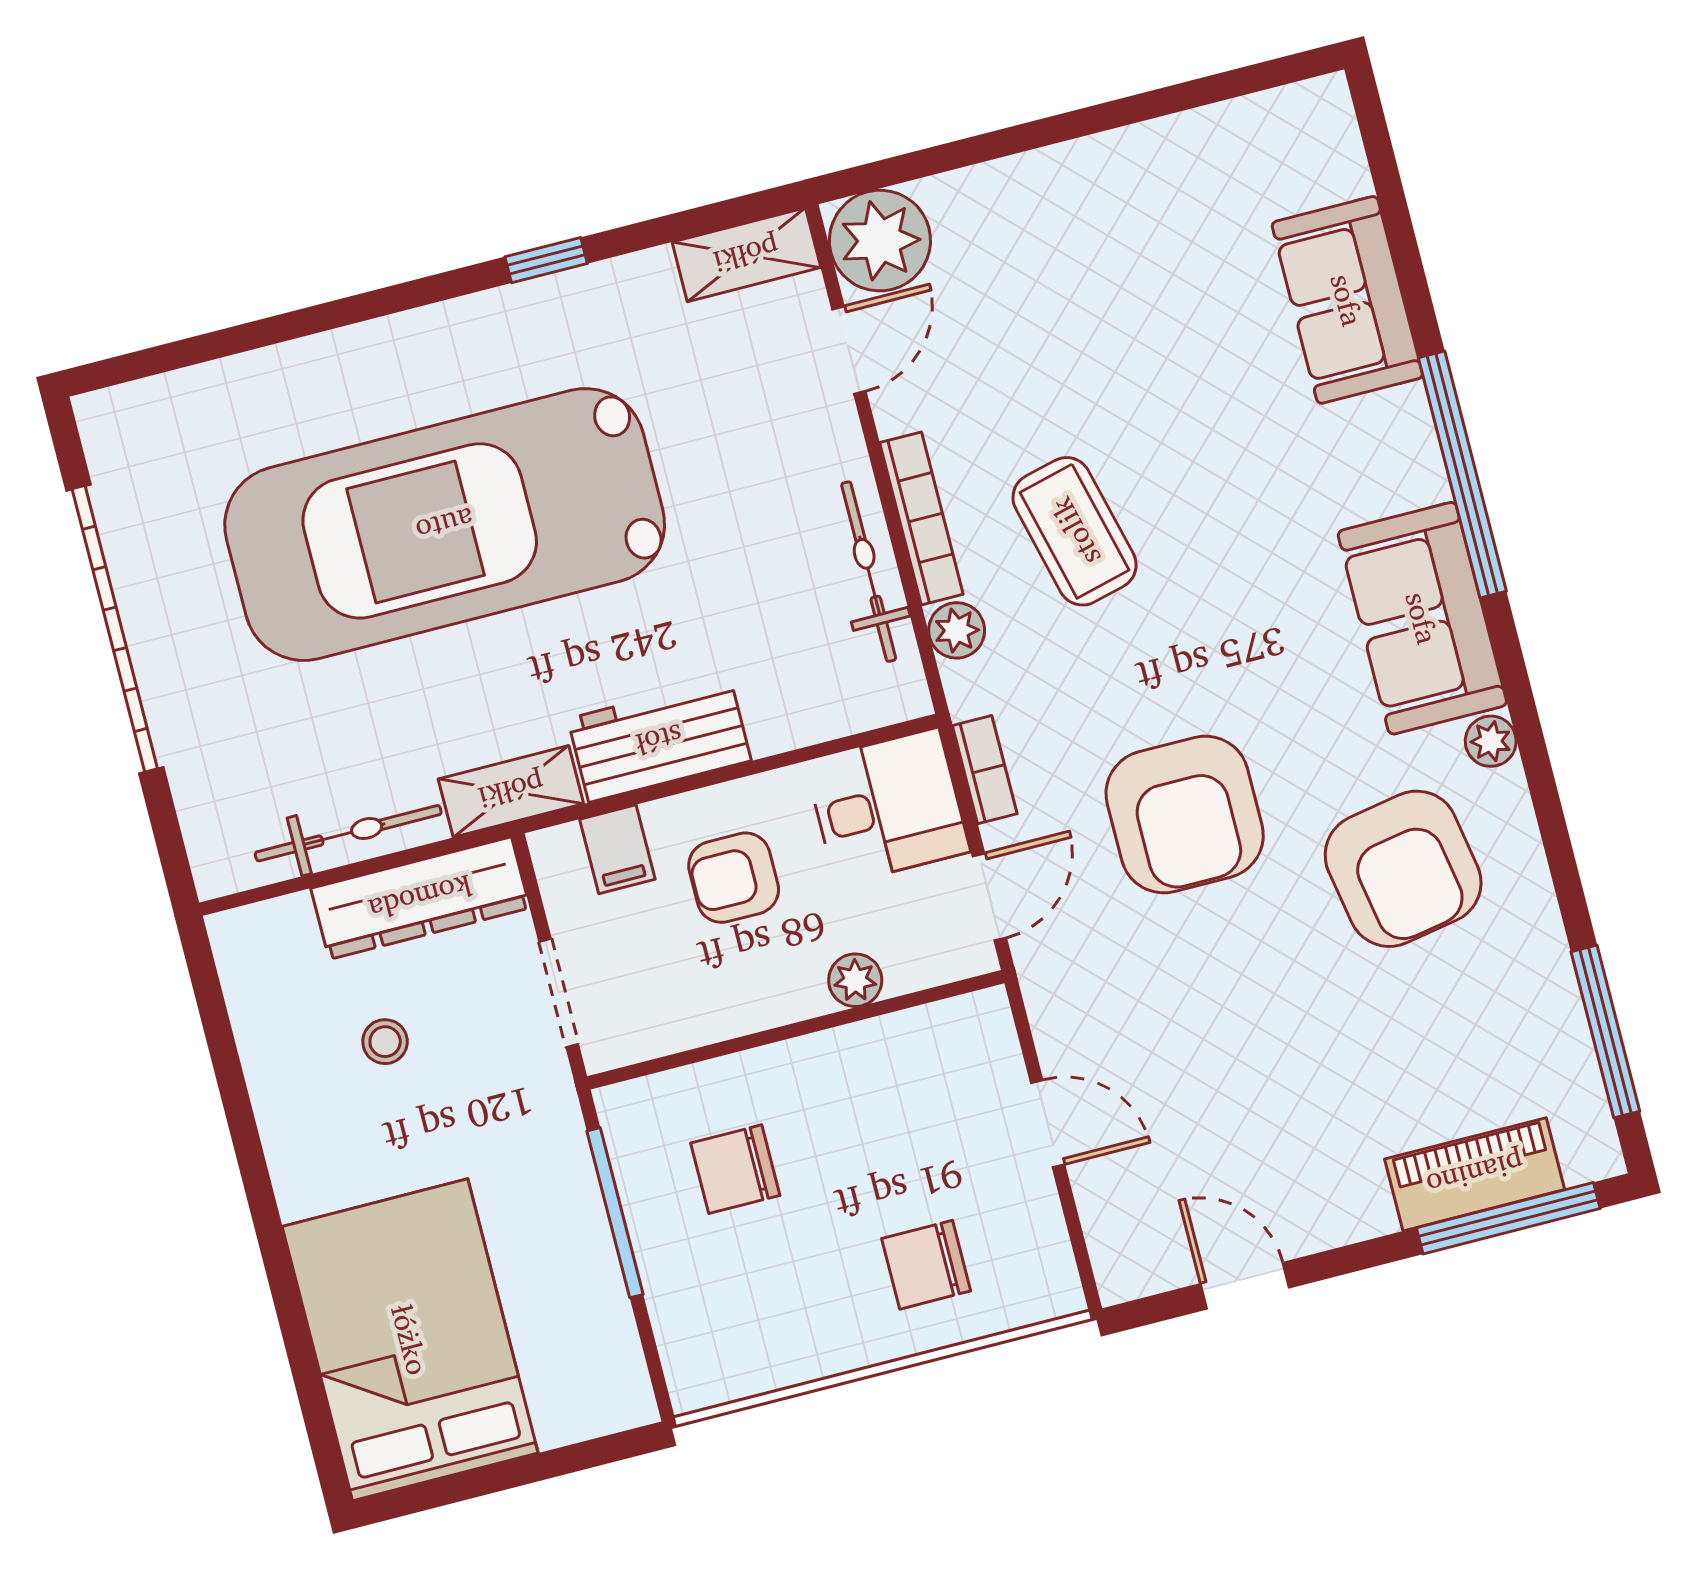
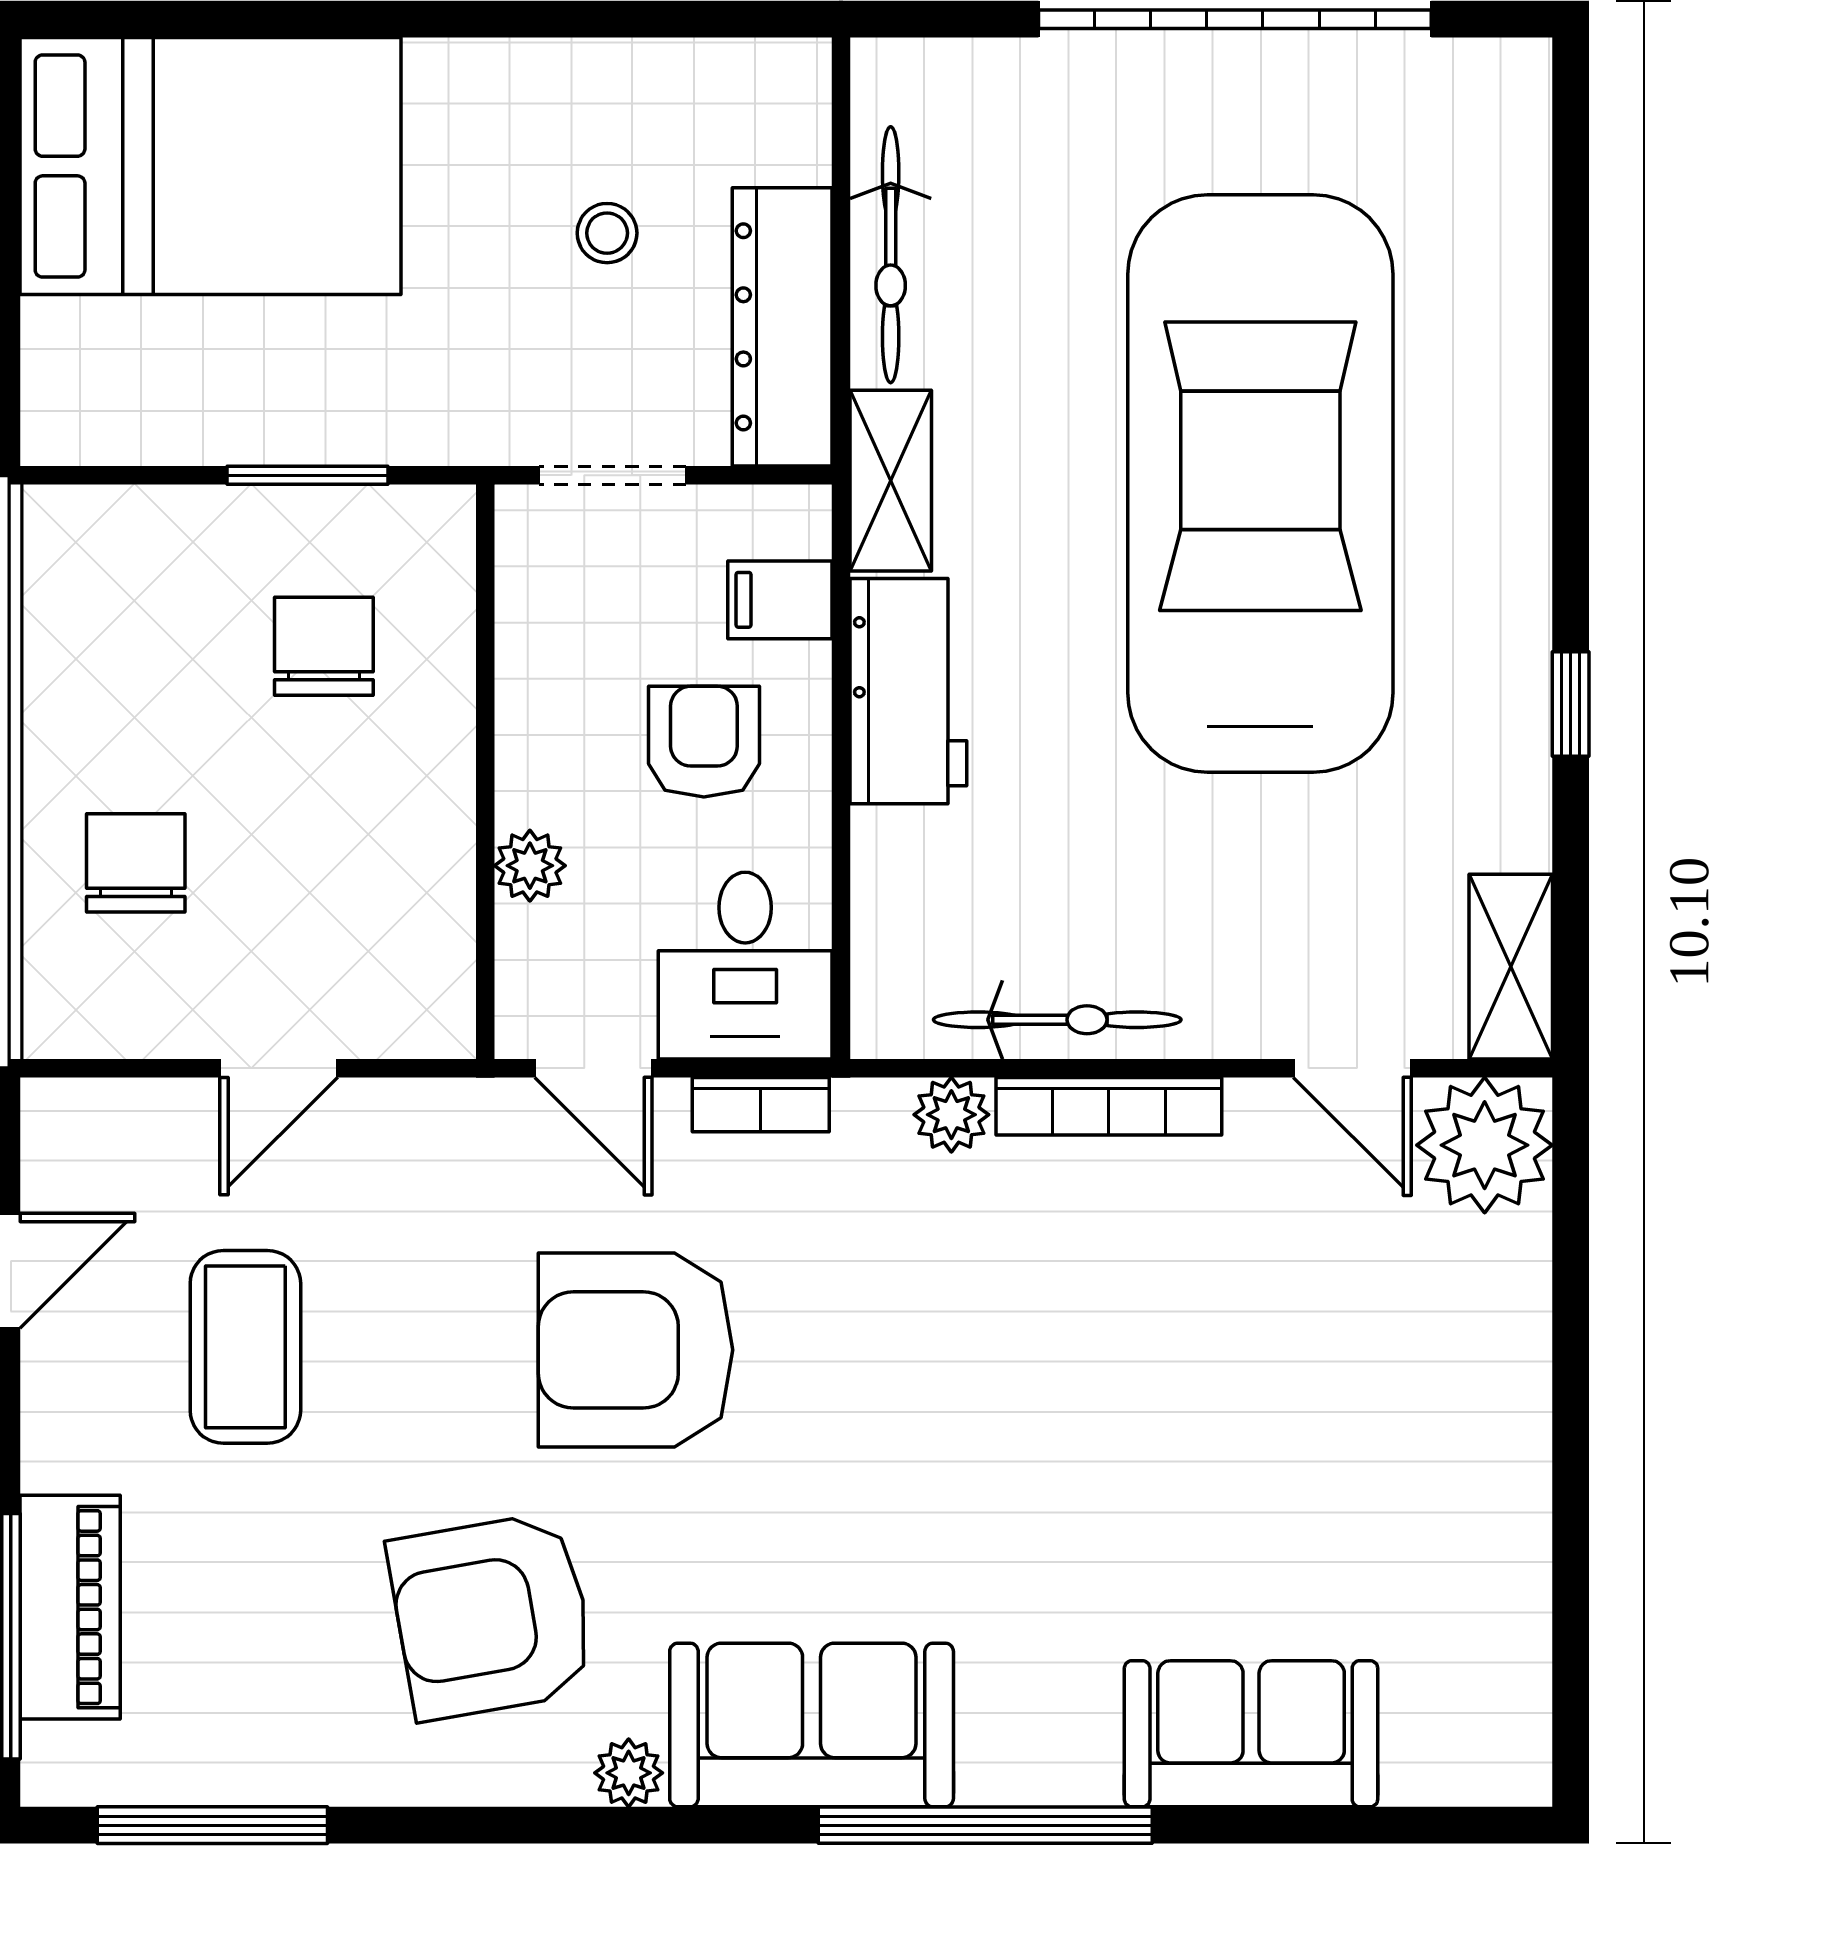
coffee table: (1075, 531) -> (245, 1347), moved, turned -76
window: (615, 1213) -> (307, 475), width x0.69

